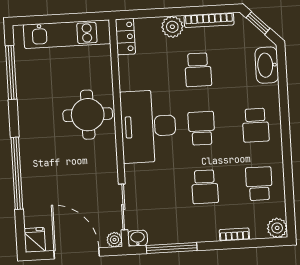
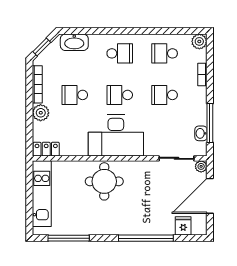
school desk: (198, 70) -> (75, 95), turned 180
school desk: (205, 187) -> (165, 95), turned 180
washbasin: (138, 238) -> (201, 133), moved
fridge: (35, 240) -> (183, 226), moved, turned 90

